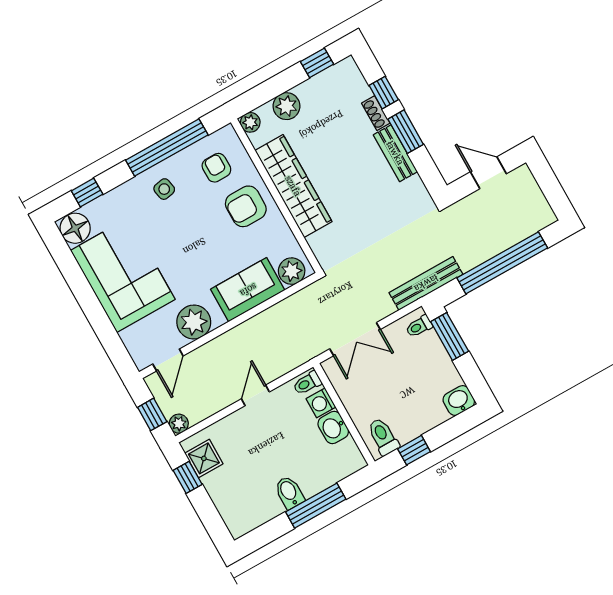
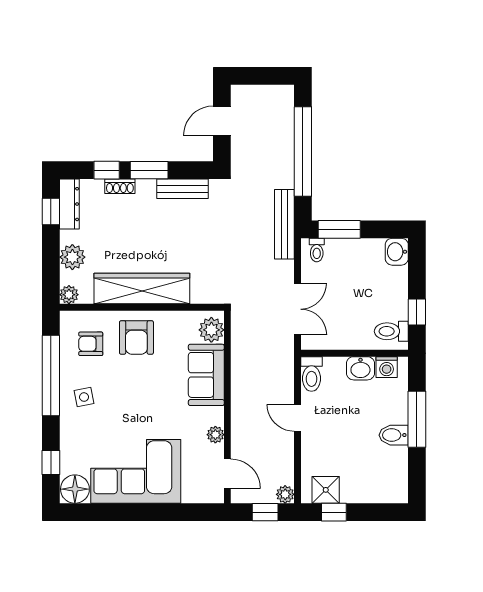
dresser: (333, 76) -> (69, 204), added
bench: (395, 153) -> (183, 189), moved
plant: (194, 322) -> (215, 435), width x0.53, depth x0.53
toilet: (307, 383) -> (312, 374), width x1.37, depth x1.39
washing machine: (321, 403) -> (387, 367), moved

